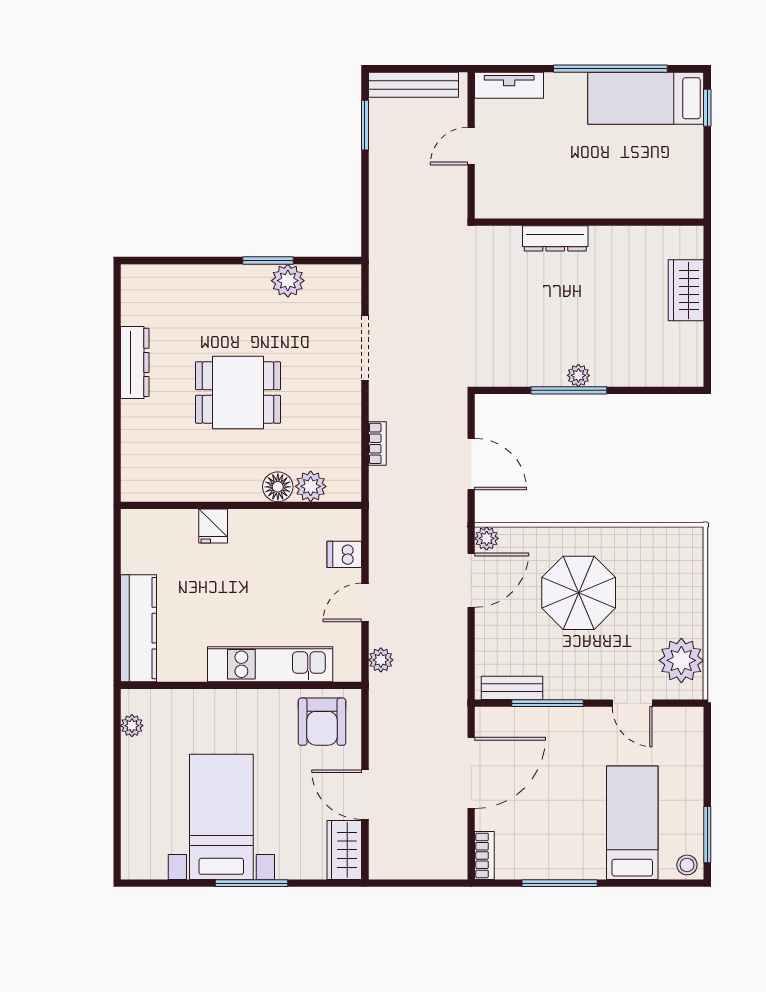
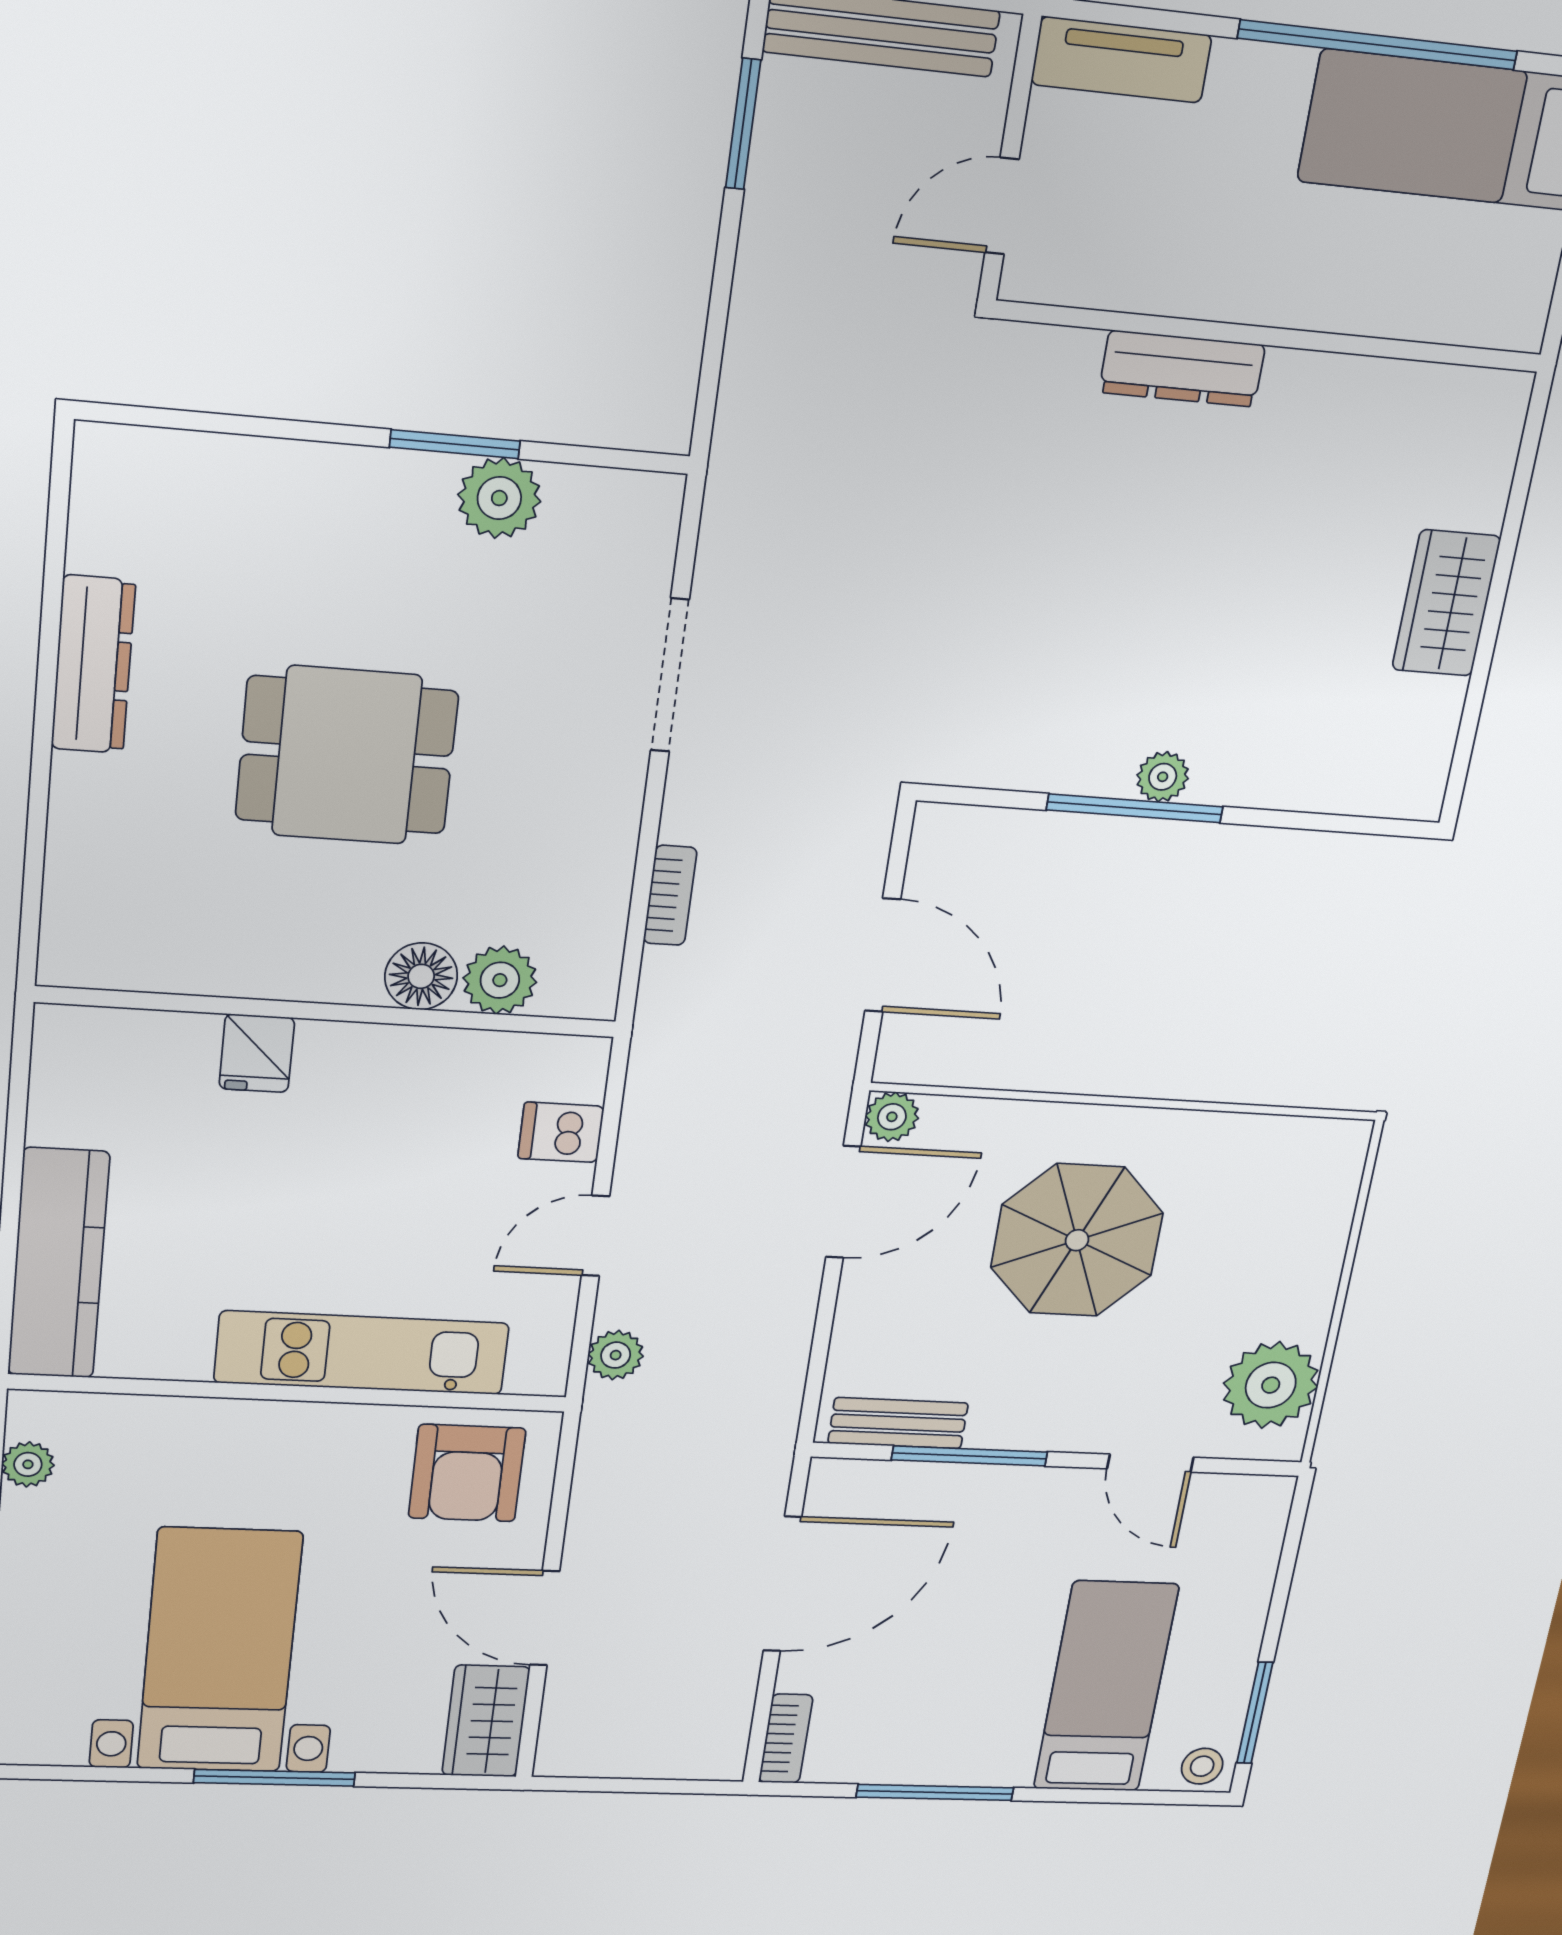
wall: (589, 222) -> (1270, 337), moved
dresser: (555, 238) -> (1182, 369), moved

